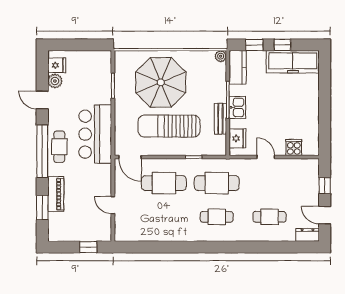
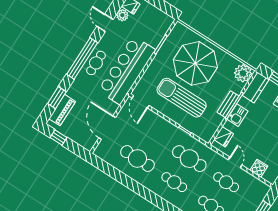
plant: (221, 56) -> (243, 73), width x1.88, depth x1.88
bench: (220, 119) -> (228, 104), moved
bar counter: (95, 134) -> (127, 70), width x1.36
cafe table: (164, 183) -> (137, 158), moved
cafe table: (270, 183) -> (226, 182), added
piano: (56, 194) -> (62, 110), moved
door: (113, 205) -> (107, 128), width x1.87
window: (88, 247) -> (58, 137), moved

